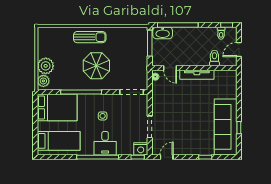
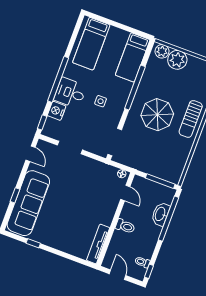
washbasin: (163, 33) -> (160, 214), moved
toilet: (214, 58) -> (125, 226), moved
door: (170, 68) -> (125, 193), swing flipped
tv unit: (197, 75) -> (98, 244), moved
bed: (57, 108) -> (133, 57), width x0.67
sofa: (226, 127) -> (28, 203), moved, turned 90
nightstand: (141, 149) -> (57, 111), moved

